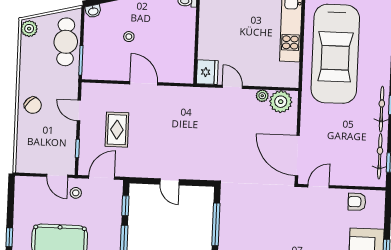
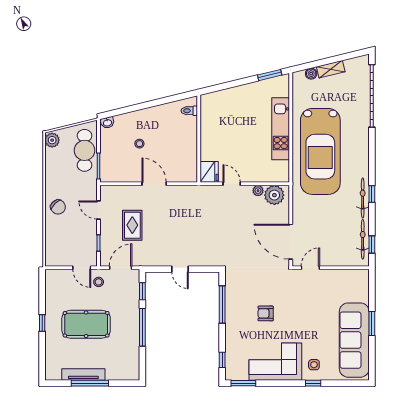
armchair: (357, 202) -> (266, 313), moved

